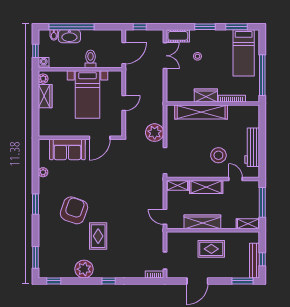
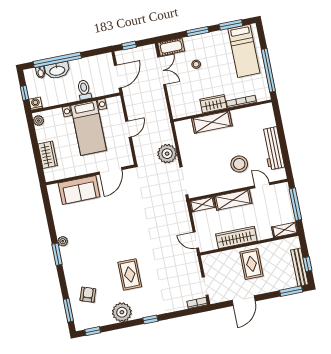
wardrobe: (45, 96) -> (48, 155), moved
shelving: (201, 112) -> (212, 122), width x0.68
plant: (43, 172) -> (63, 241), moved
armchair: (74, 210) -> (88, 295), moved, width x0.53, depth x0.53
rug: (211, 249) -> (252, 264), turned 90

